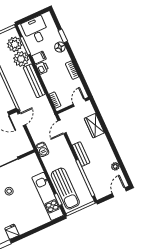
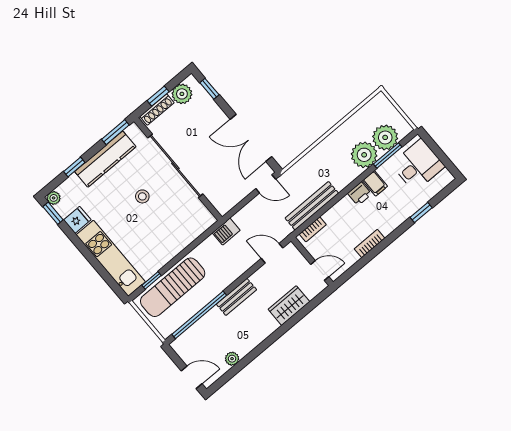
floor lamp: (60, 47) -> (402, 213), removed
bench: (34, 81) -> (312, 206), moved
kitchen unit: (48, 196) -> (111, 258), moved, turned 90

